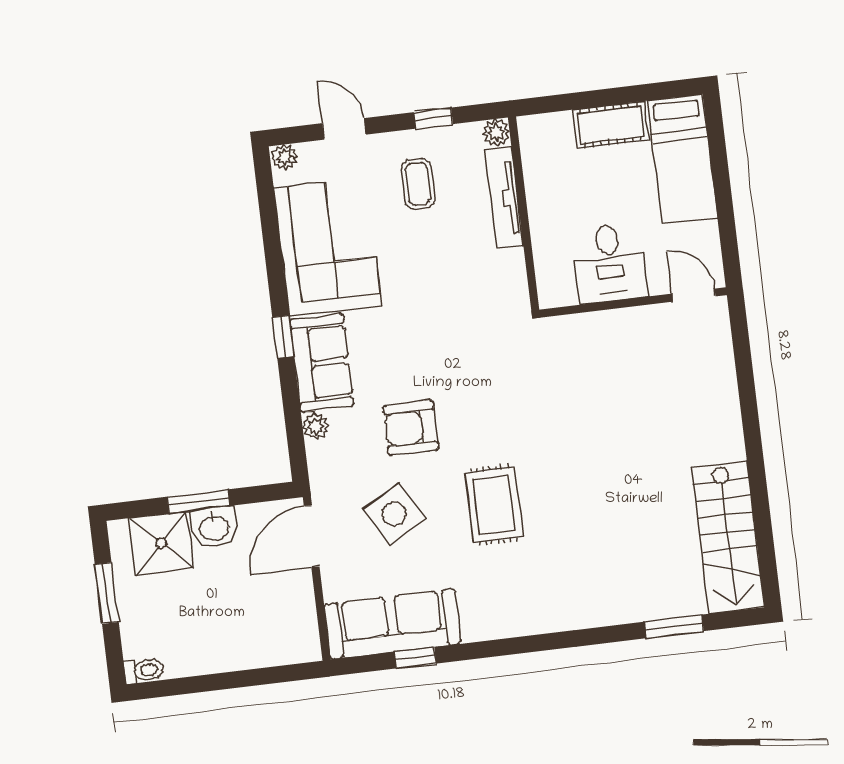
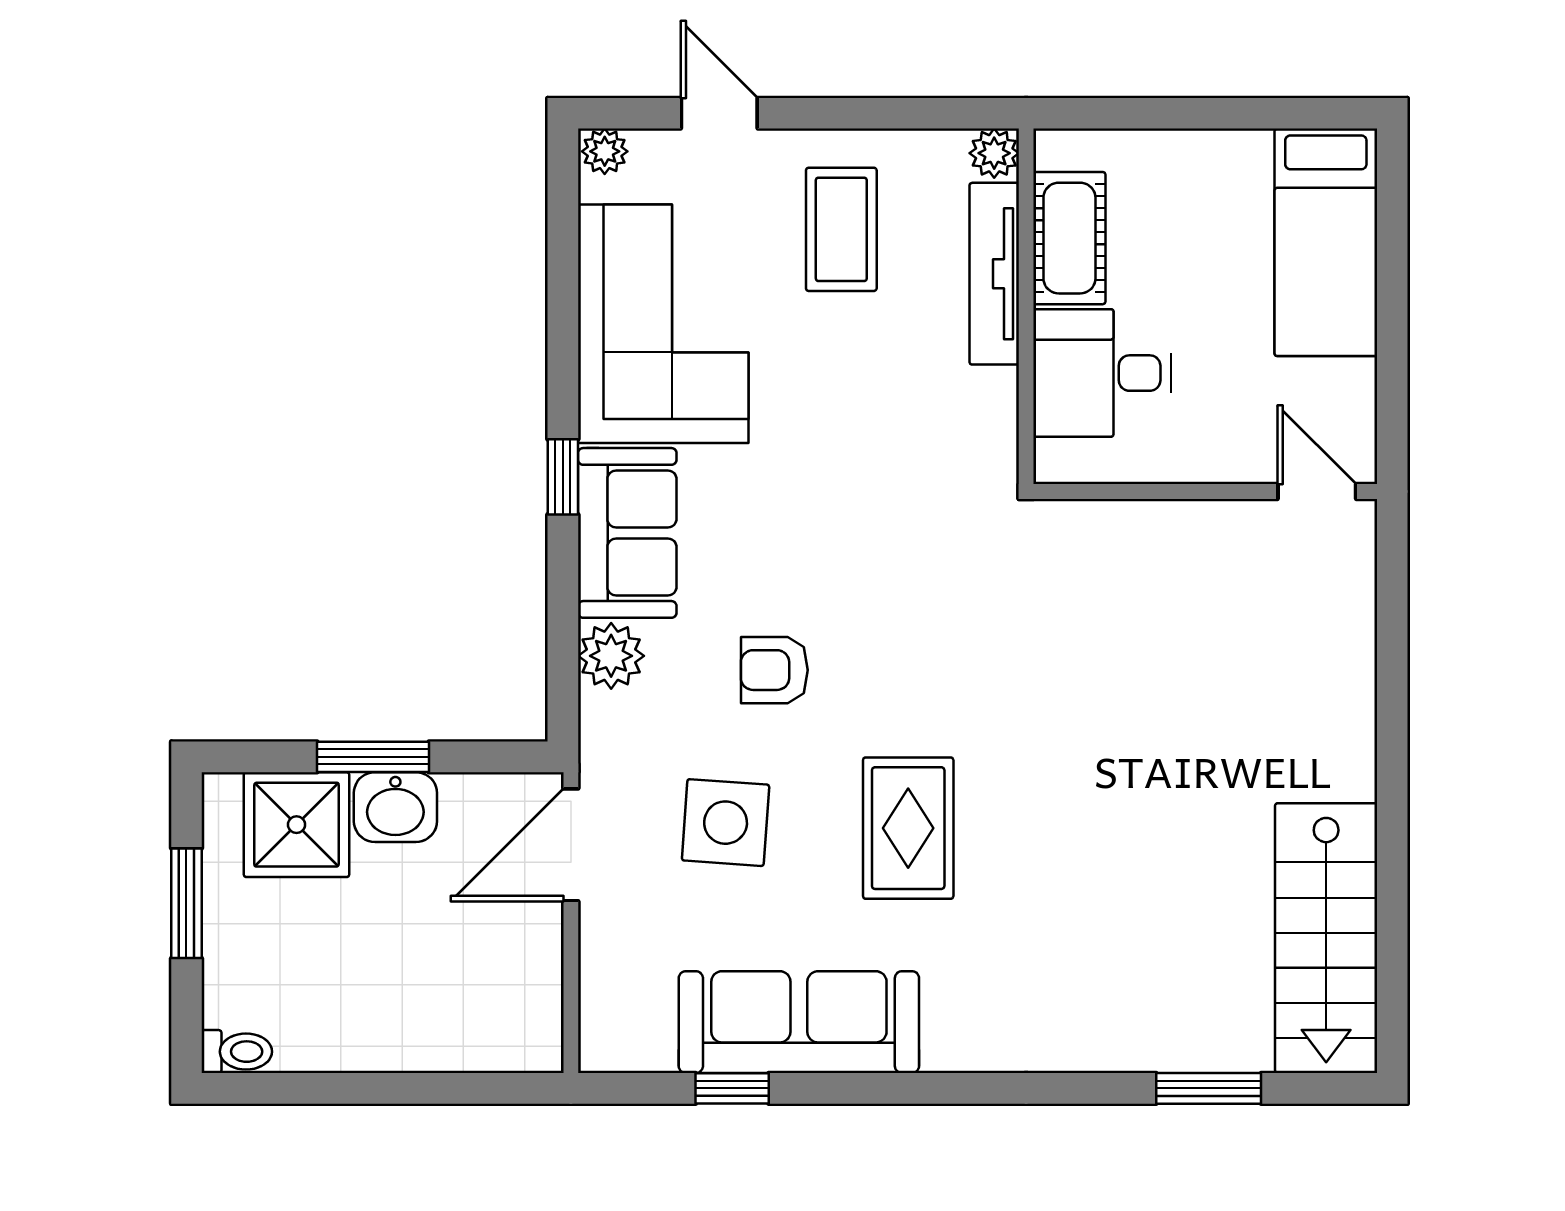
window: (433, 118) -> (884, 113), removed
cot: (611, 125) -> (1069, 238), moved, turned 90
coffee table: (418, 184) -> (841, 229), width x1.36, depth x1.30
desk: (610, 263) -> (1102, 373), moved, turned 90
plant: (316, 426) -> (611, 656), width x1.38, depth x1.38
armchair: (411, 428) -> (774, 670), width x0.72, depth x0.72
side table: (394, 514) -> (726, 823), turned 33
sofa: (392, 624) -> (799, 1022), moved

